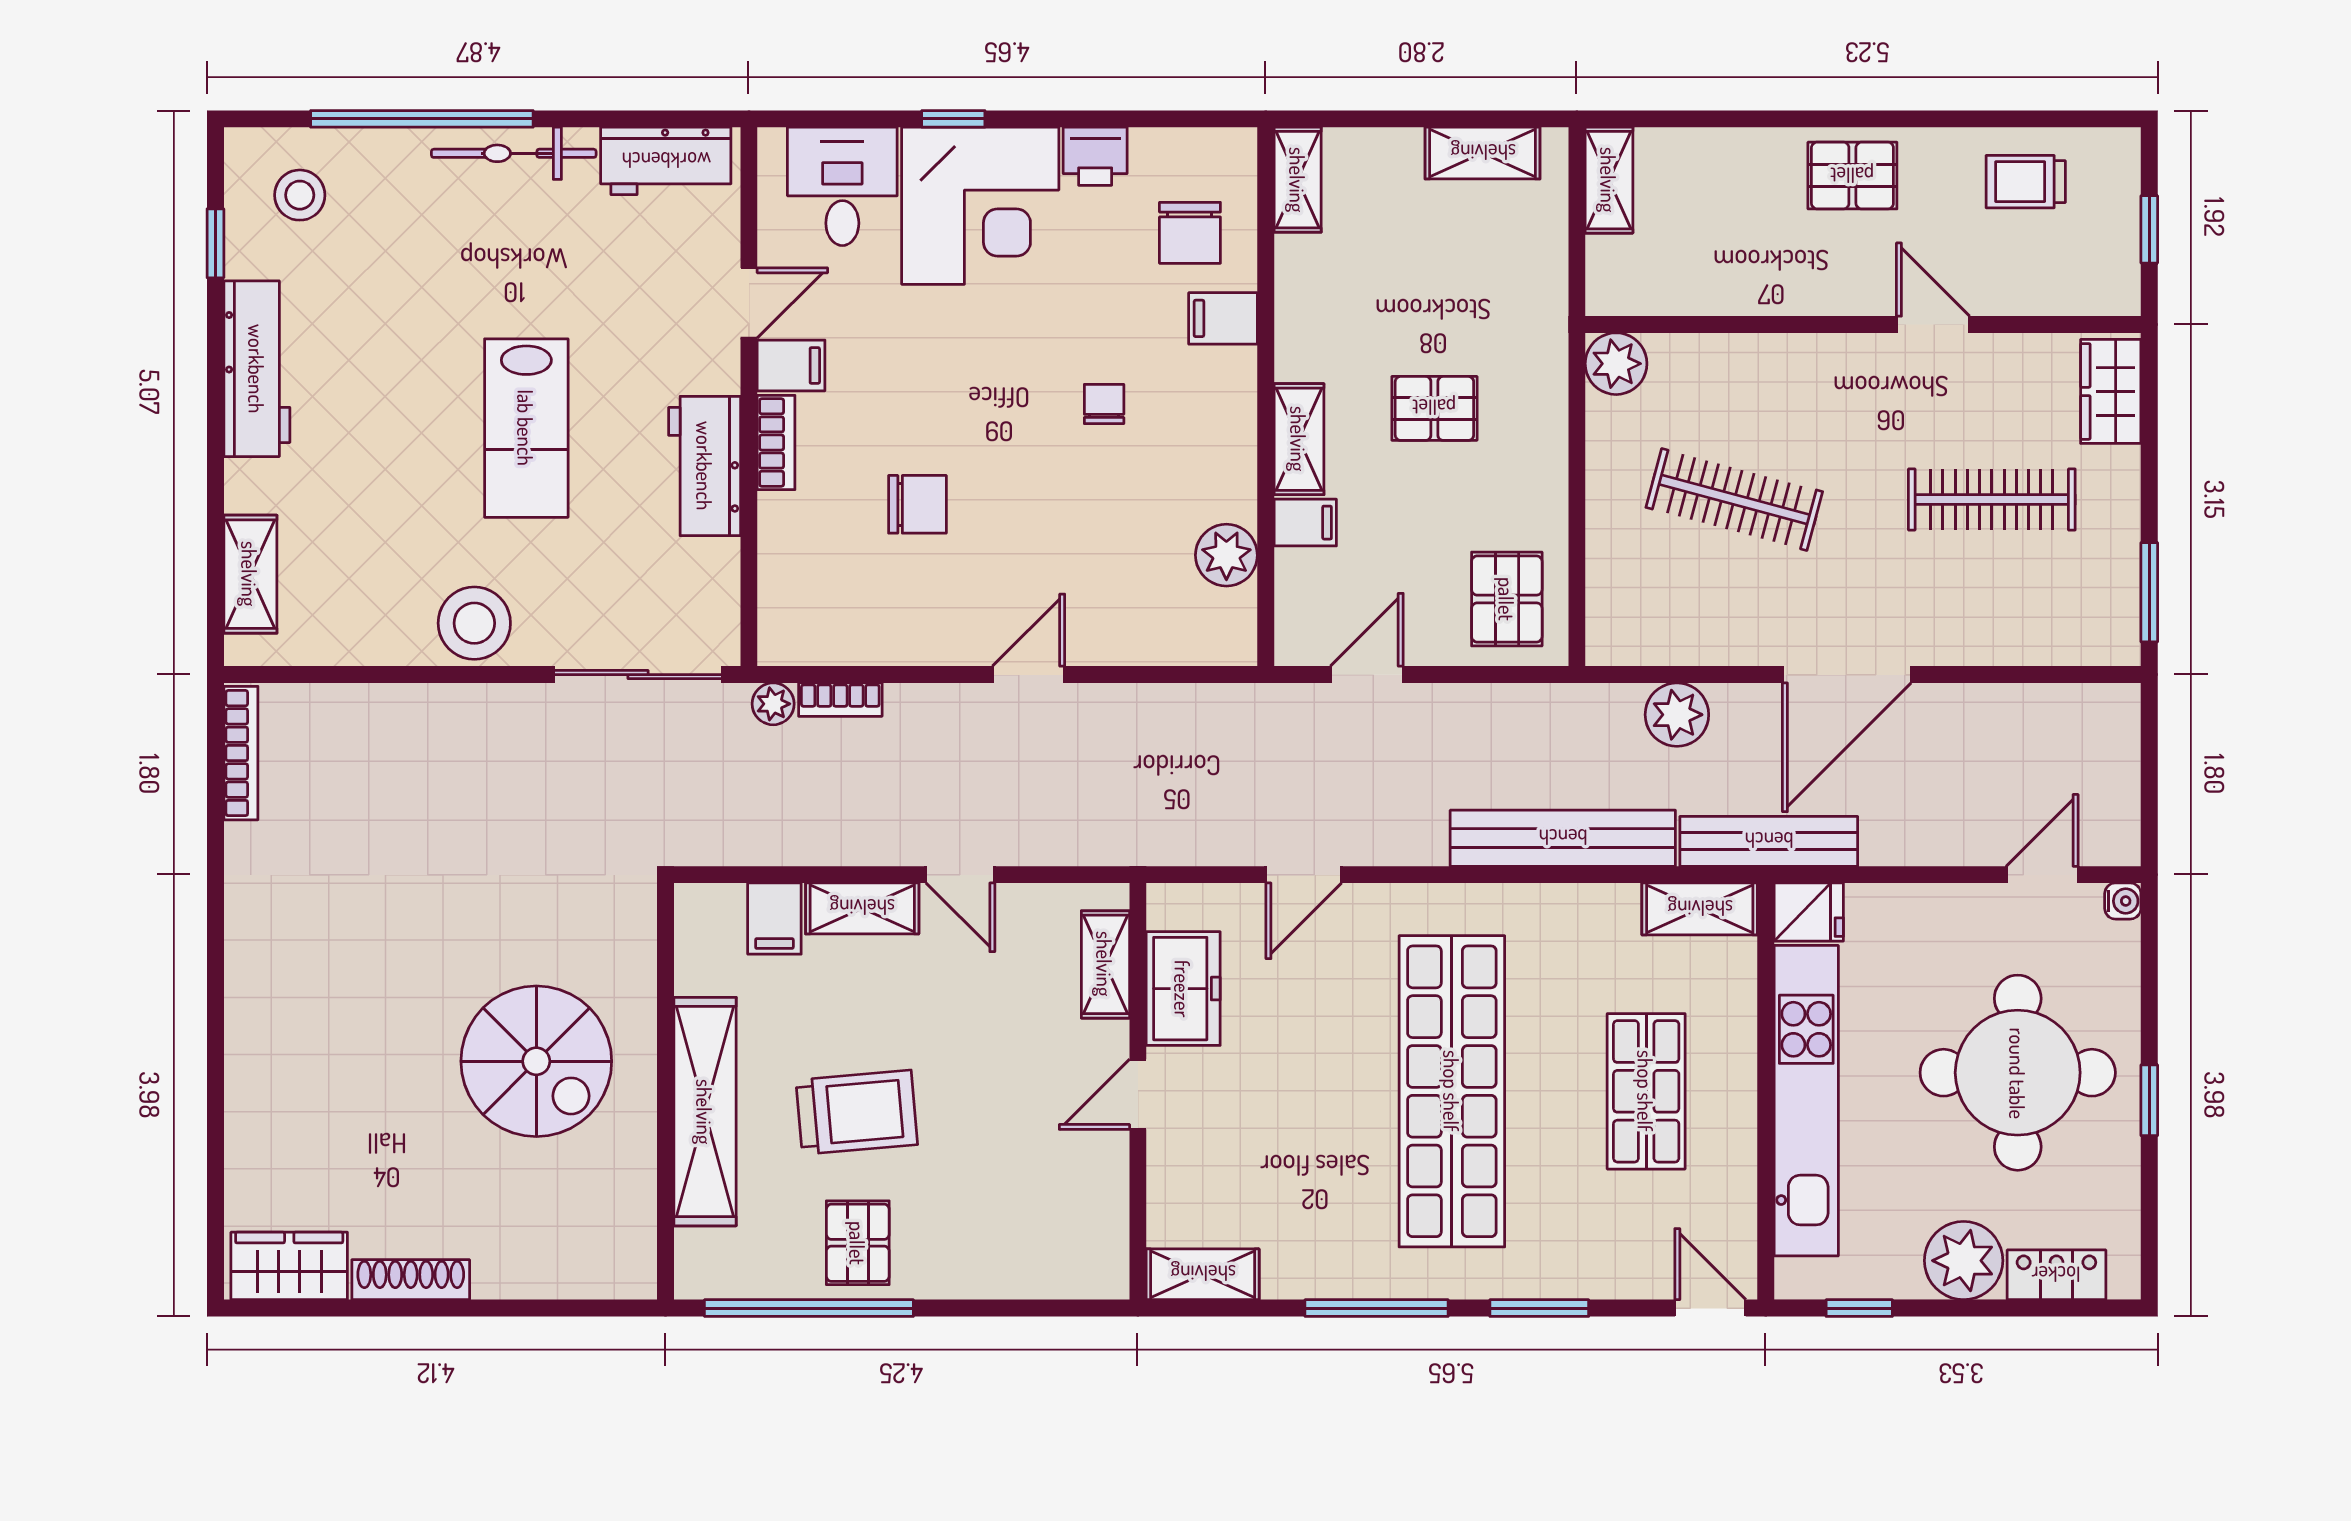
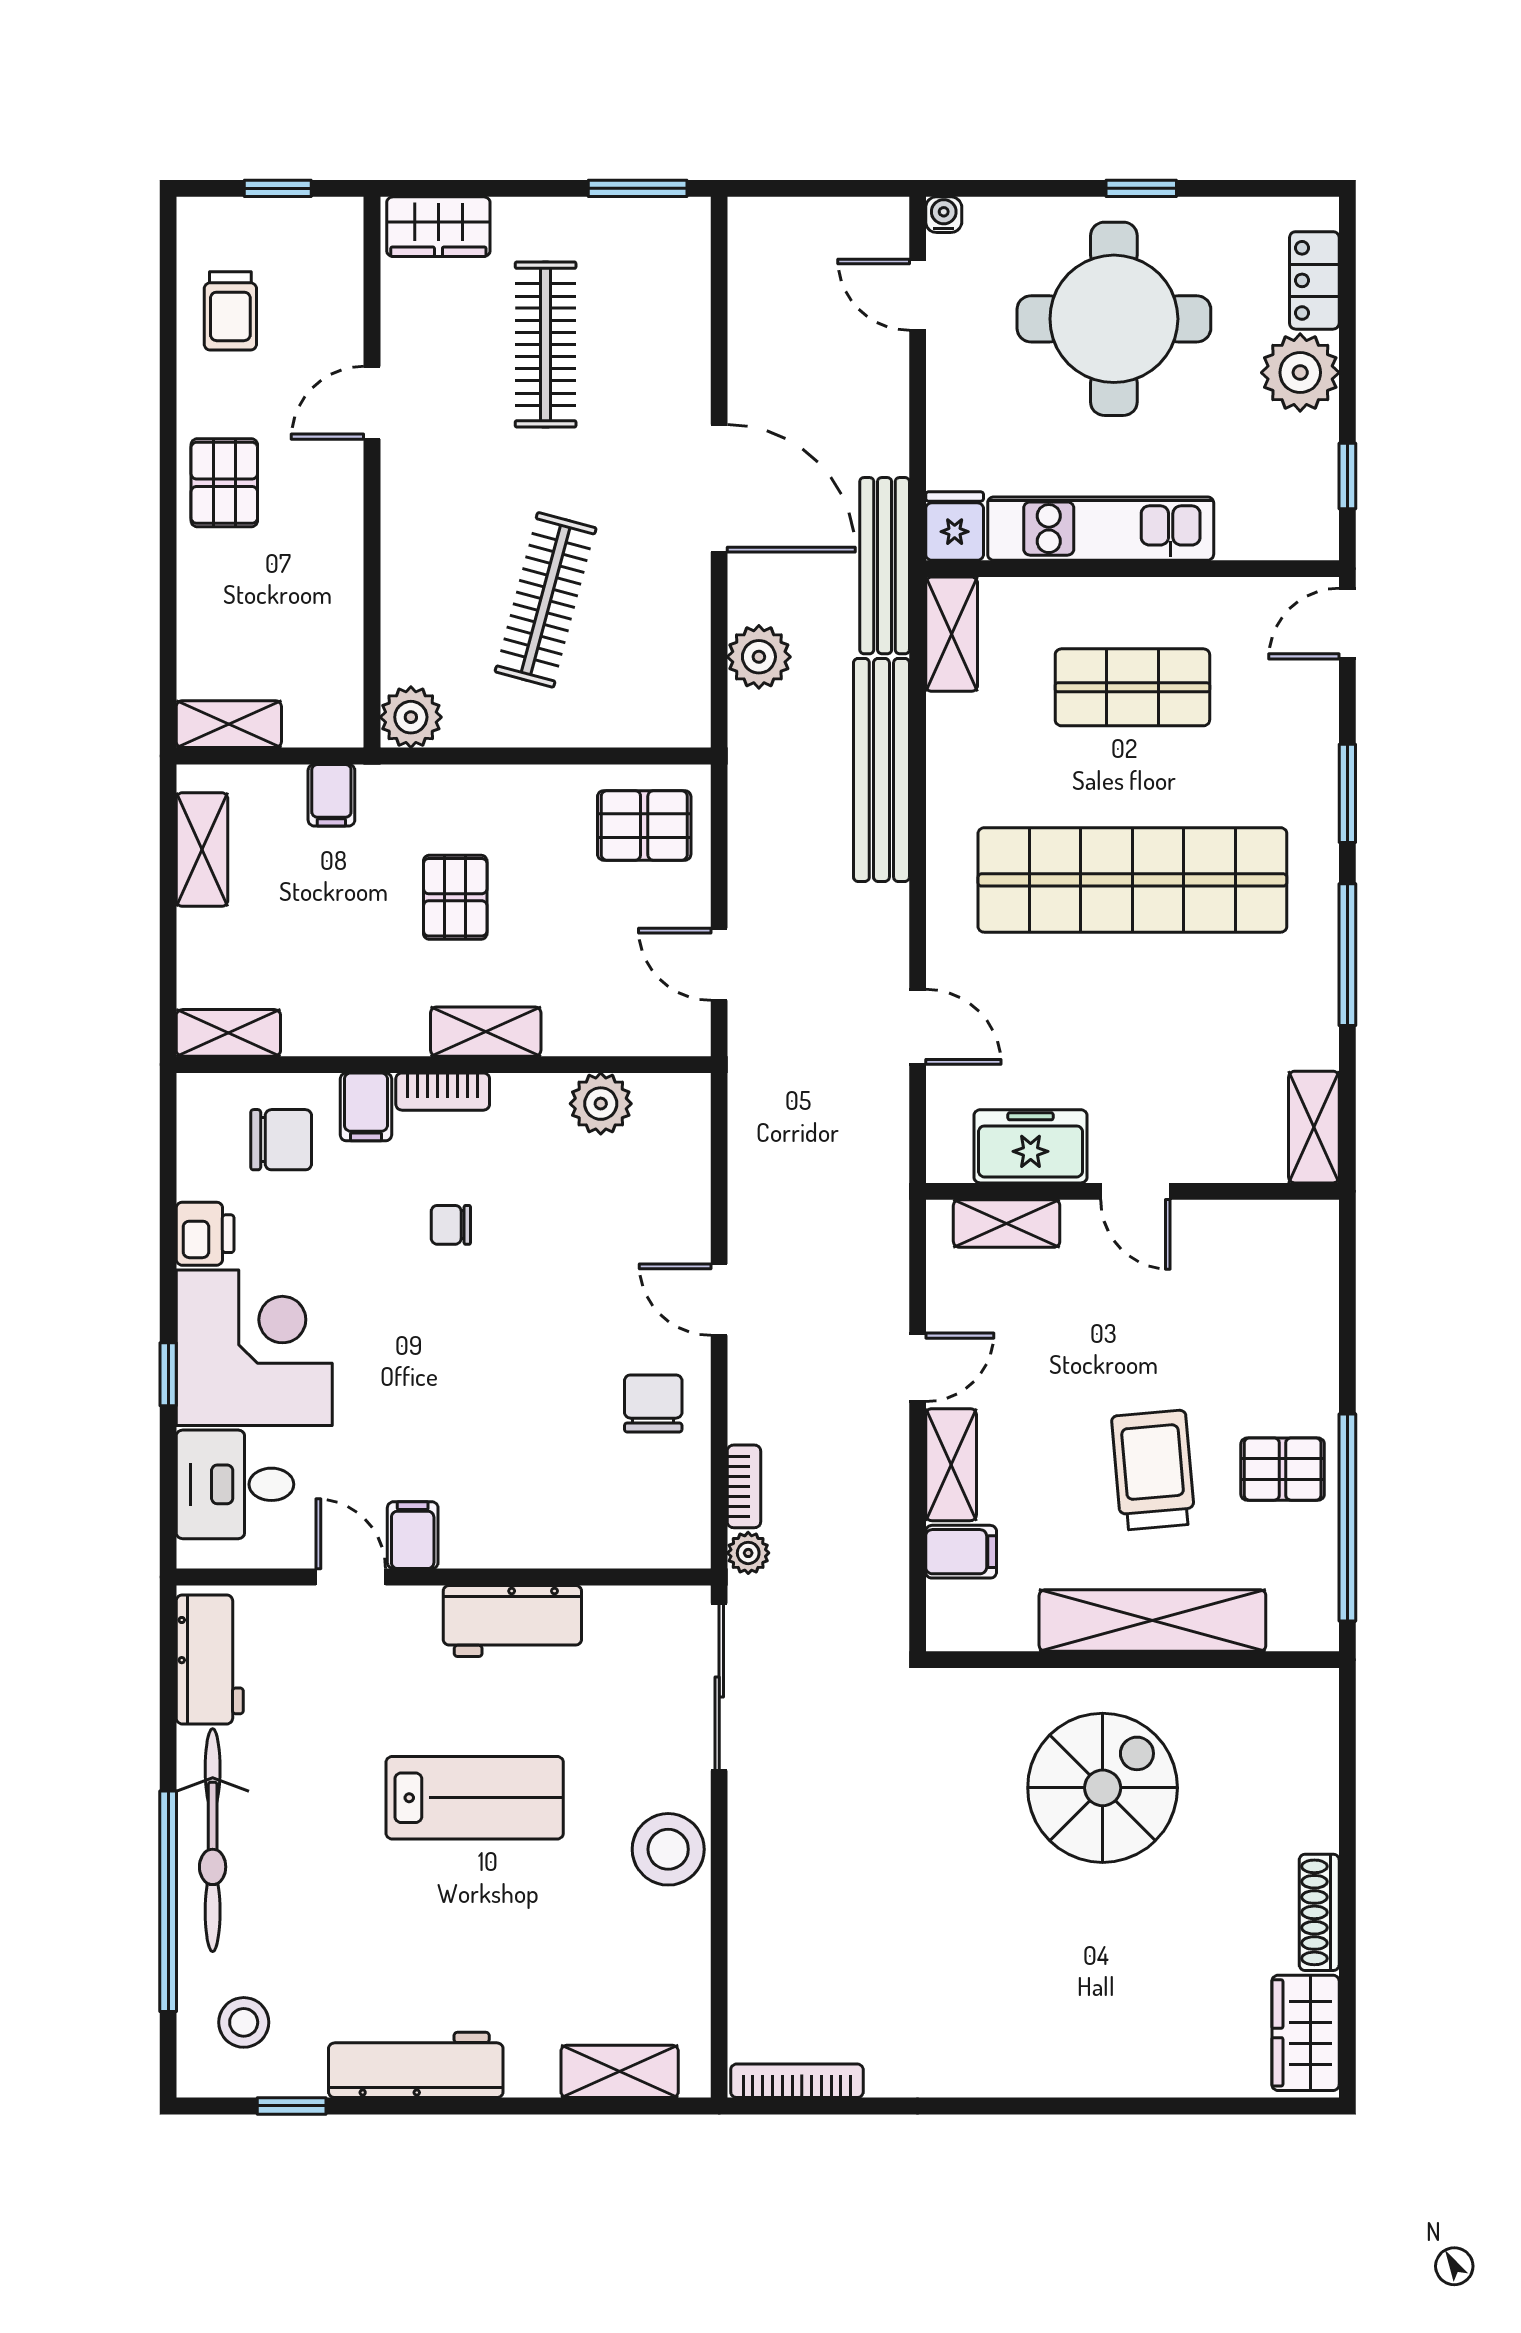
bicycle: (514, 153) -> (213, 1840), width x1.37, depth x1.40
bookcase: (776, 442) -> (443, 1092), moved, turned 180
chair: (917, 504) -> (653, 1403), moved
filing cabinet: (1305, 523) -> (331, 795), moved, turned 180
kitchen unit: (1806, 1101) -> (1101, 529), width x0.73

